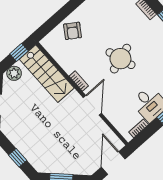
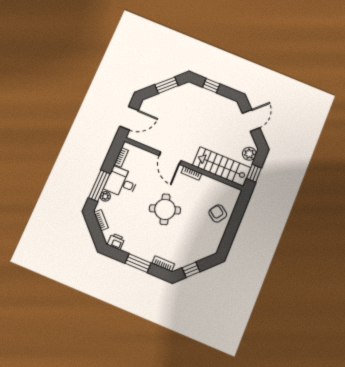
door: (113, 163) -> (129, 118), hinge flipped

